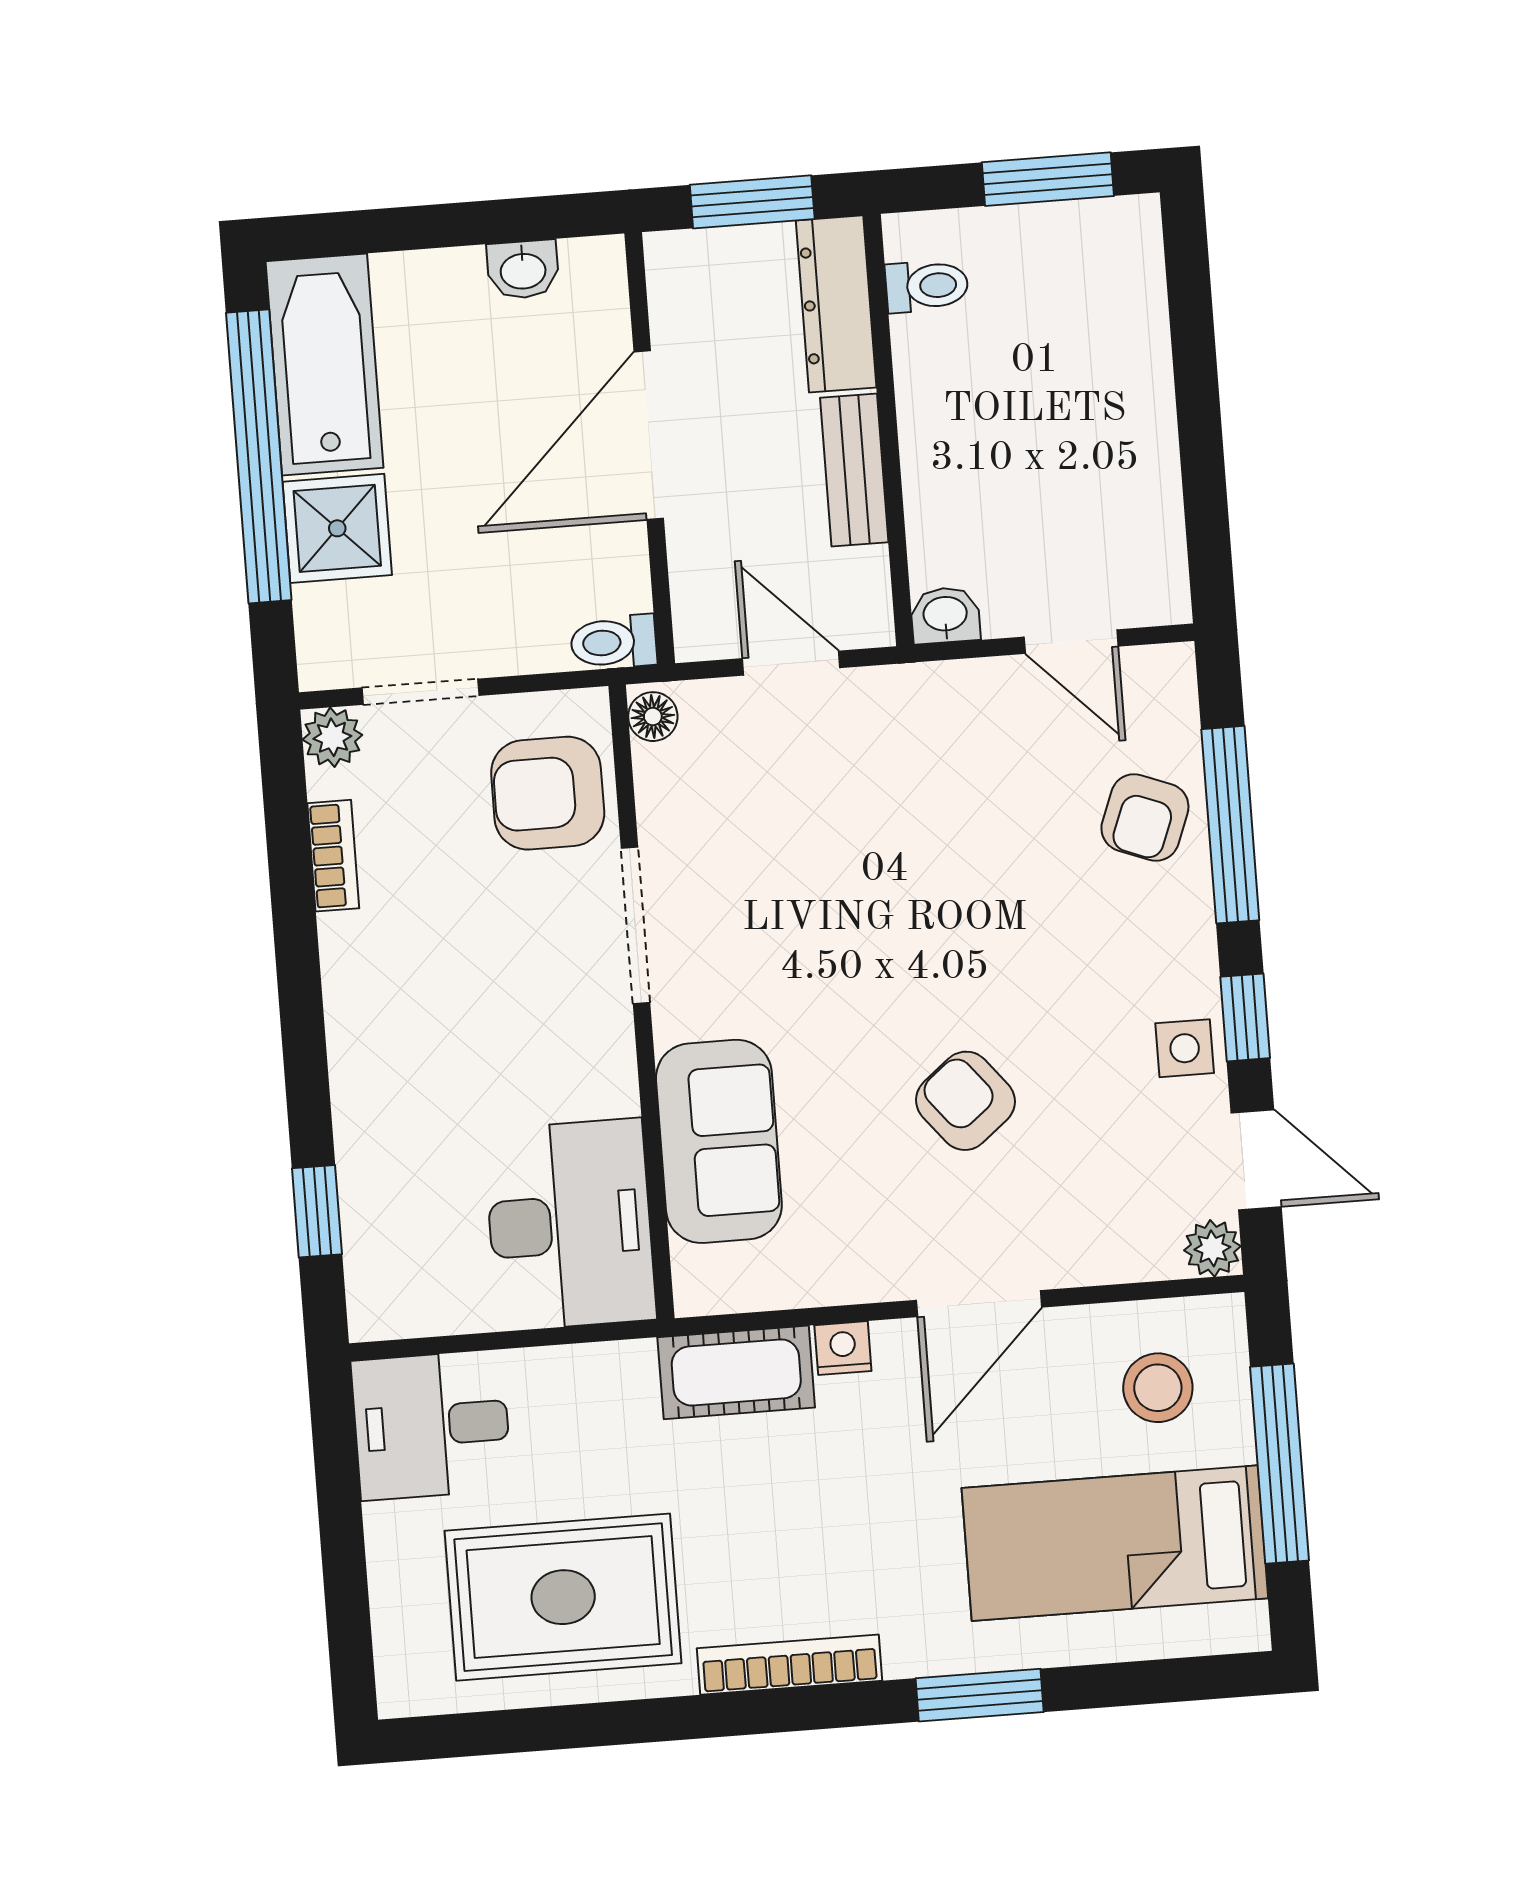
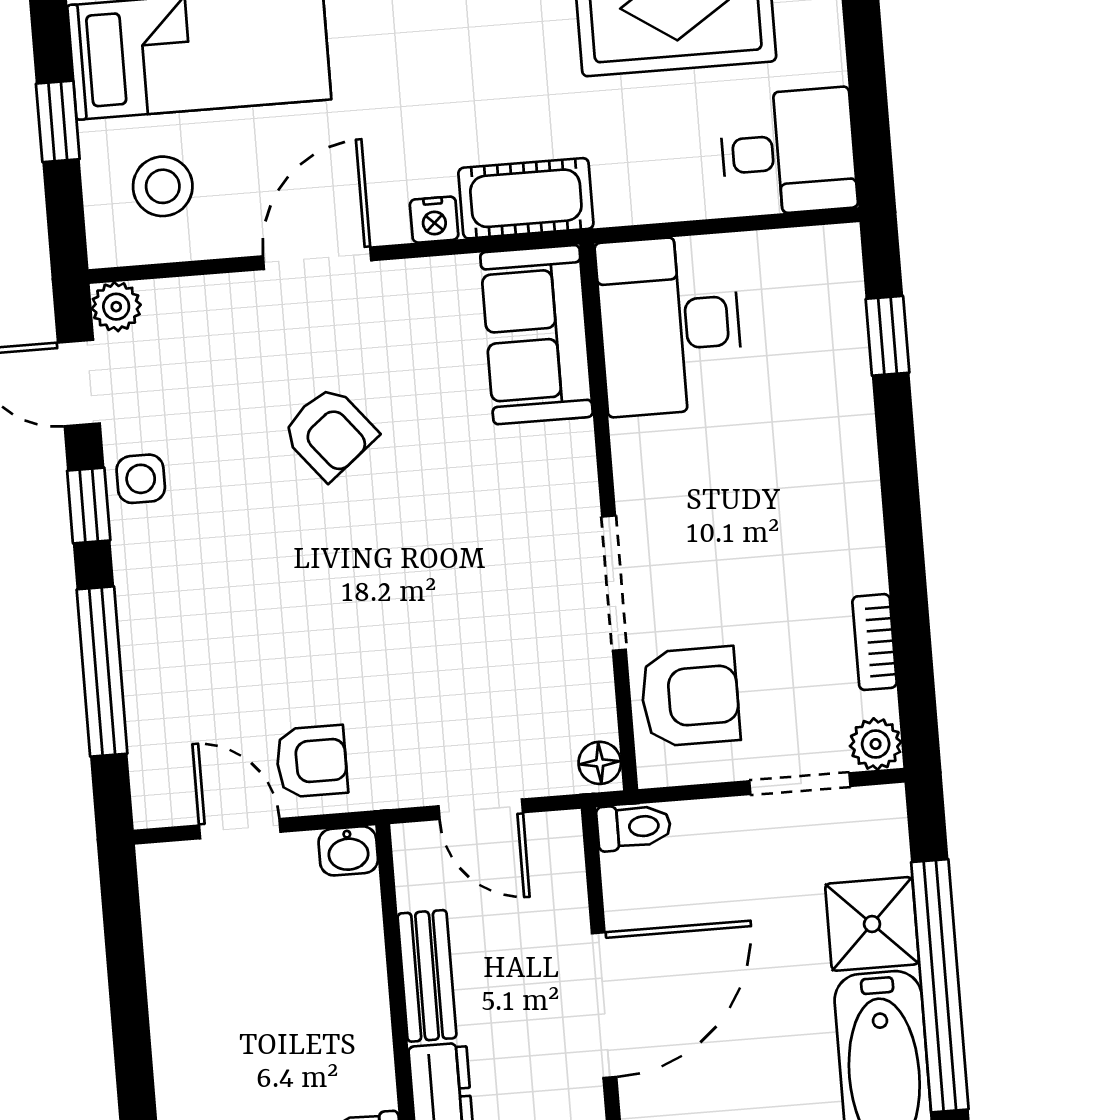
armchair: (1145, 817) -> (312, 761), moved, turned 69
sofa: (719, 1141) -> (536, 335), moved
window: (1279, 1464) -> (58, 121), width x0.46

